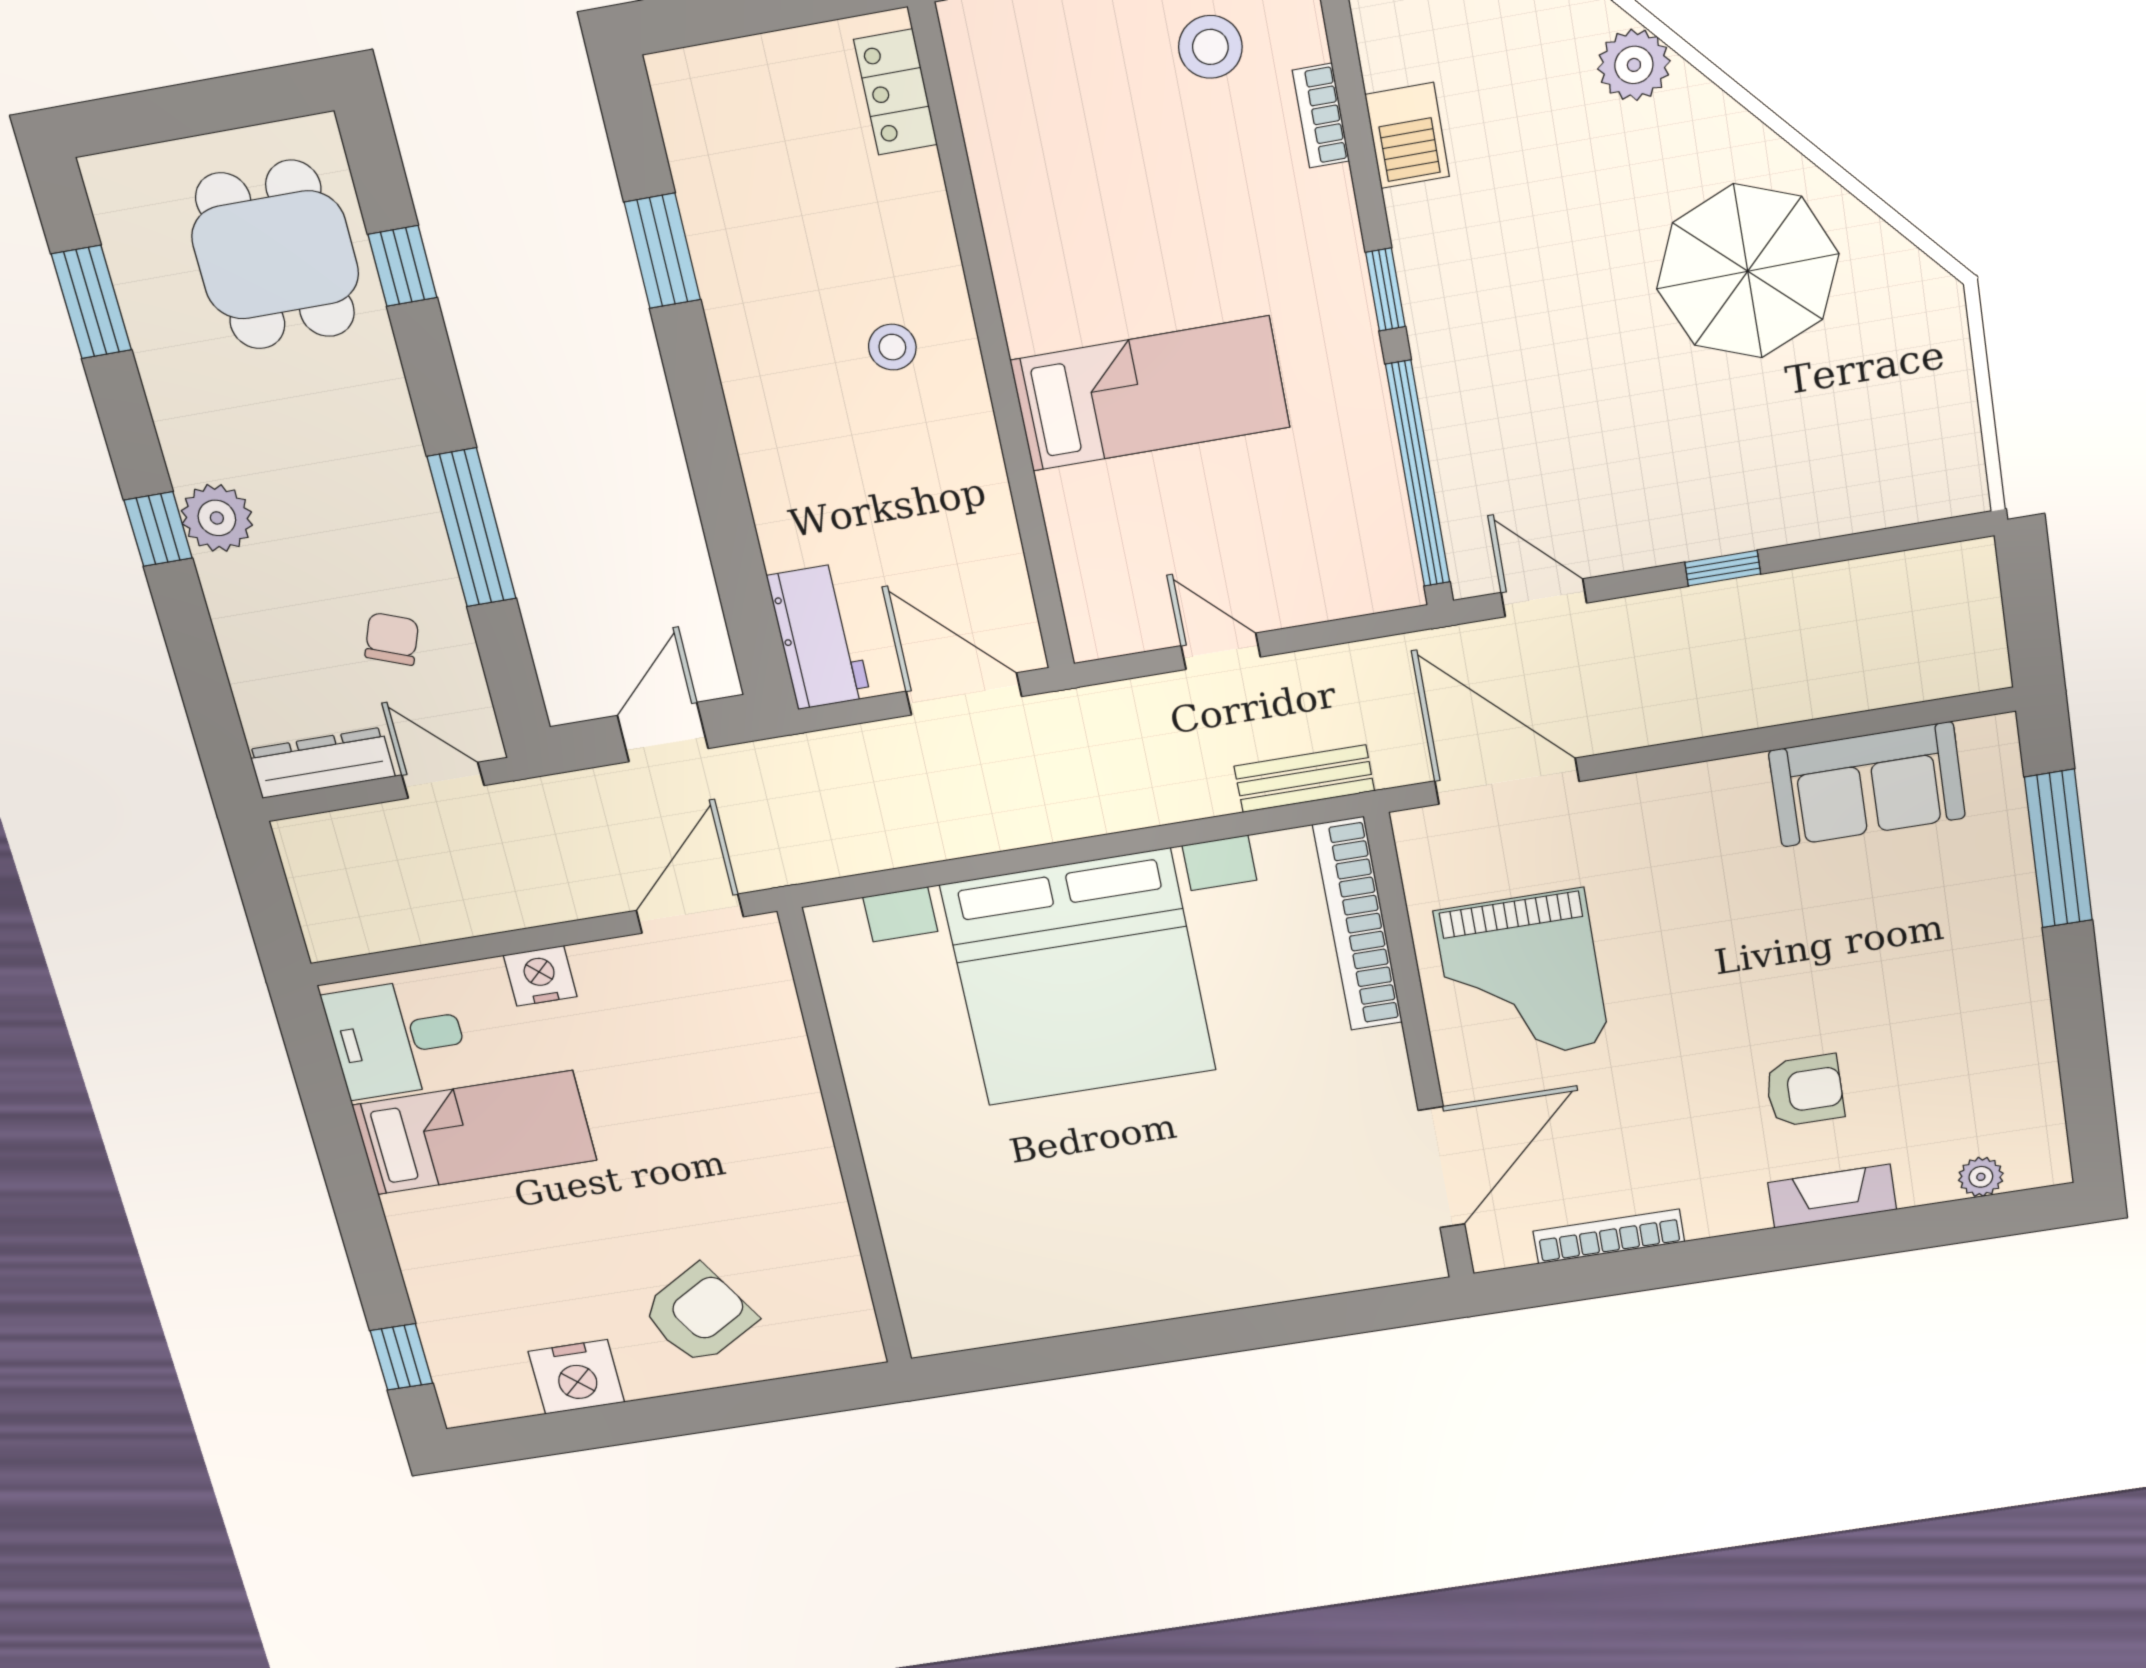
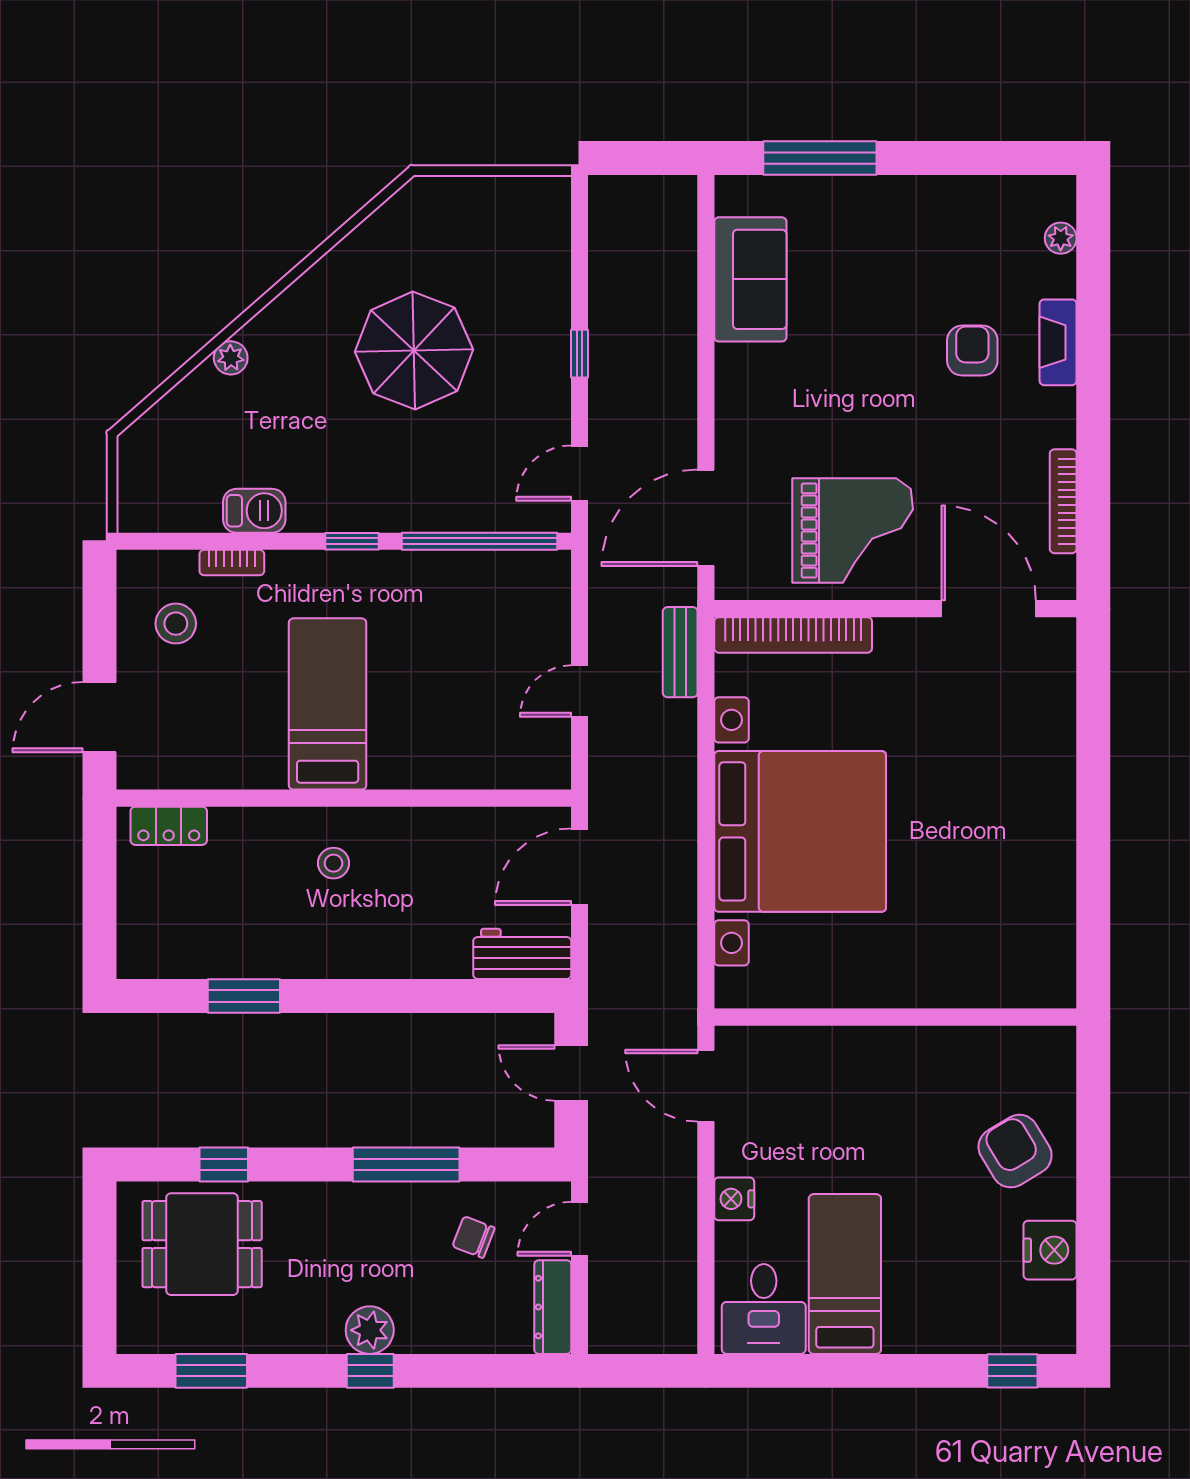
plant: (1634, 65) -> (231, 358), width x0.73, depth x0.73
parasol: (1748, 271) -> (414, 351), moved
bed: (1150, 394) -> (328, 704), moved

